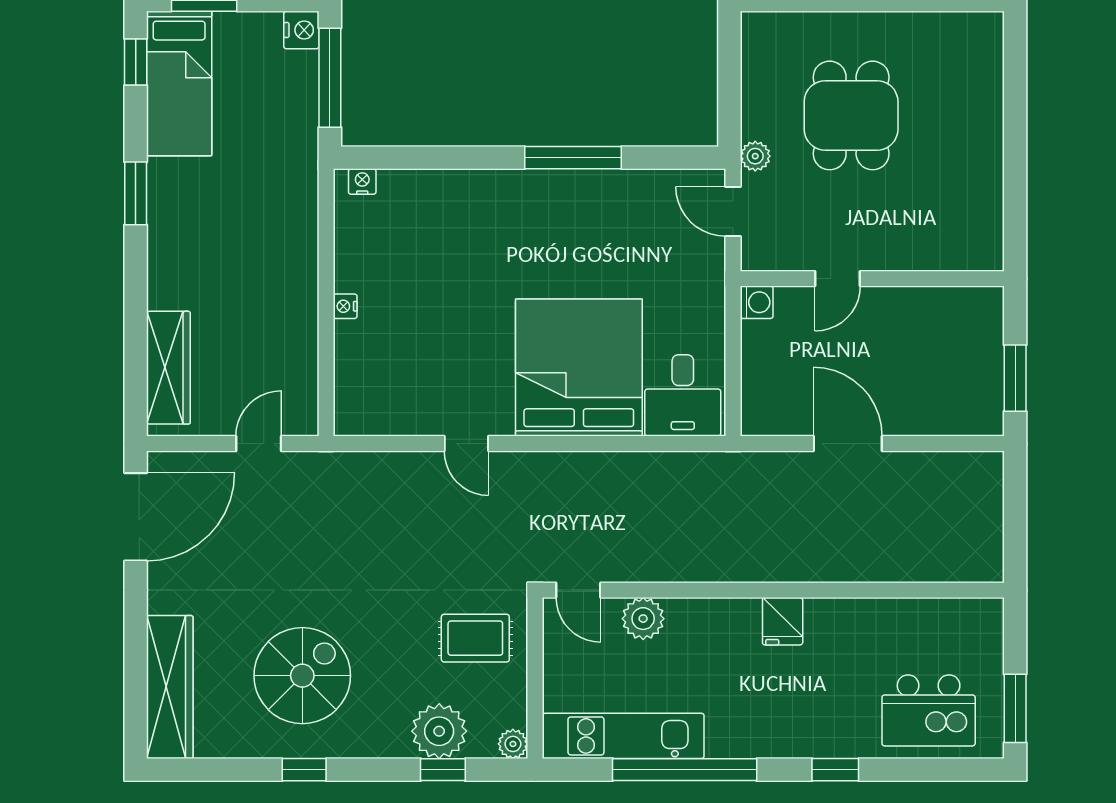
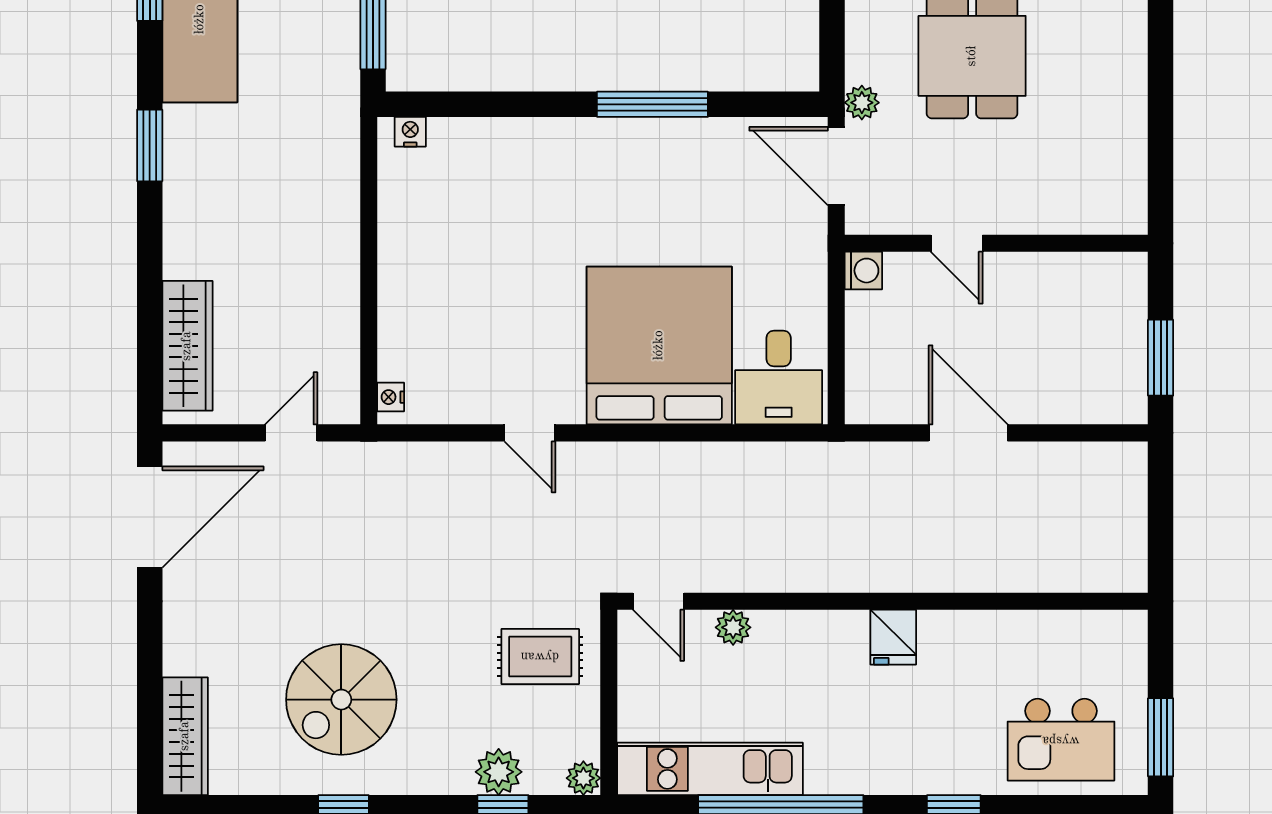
door: (733, 211) -> (836, 166), width x1.38
door: (838, 279) -> (957, 243), hinge flipped
nightstand: (345, 306) -> (391, 397), moved
plant: (643, 619) -> (733, 627), width x0.73, depth x0.73
spiral stairs: (302, 676) -> (341, 700), turned 180
wardrobe: (170, 687) -> (185, 736), width x0.71, depth x0.85
plant: (439, 731) -> (499, 772), width x0.73, depth x0.73

